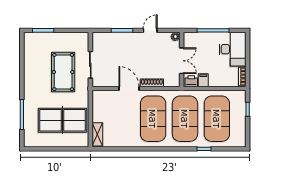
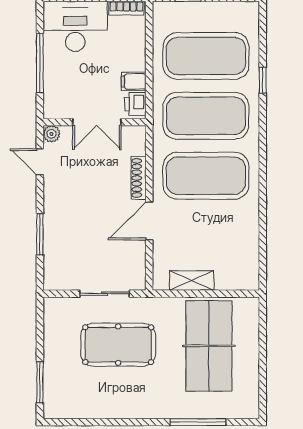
door: (150, 30) -> (40, 162), moved
double door: (182, 61) -> (97, 122), swing flipped
shelving: (97, 134) -> (192, 280), moved

